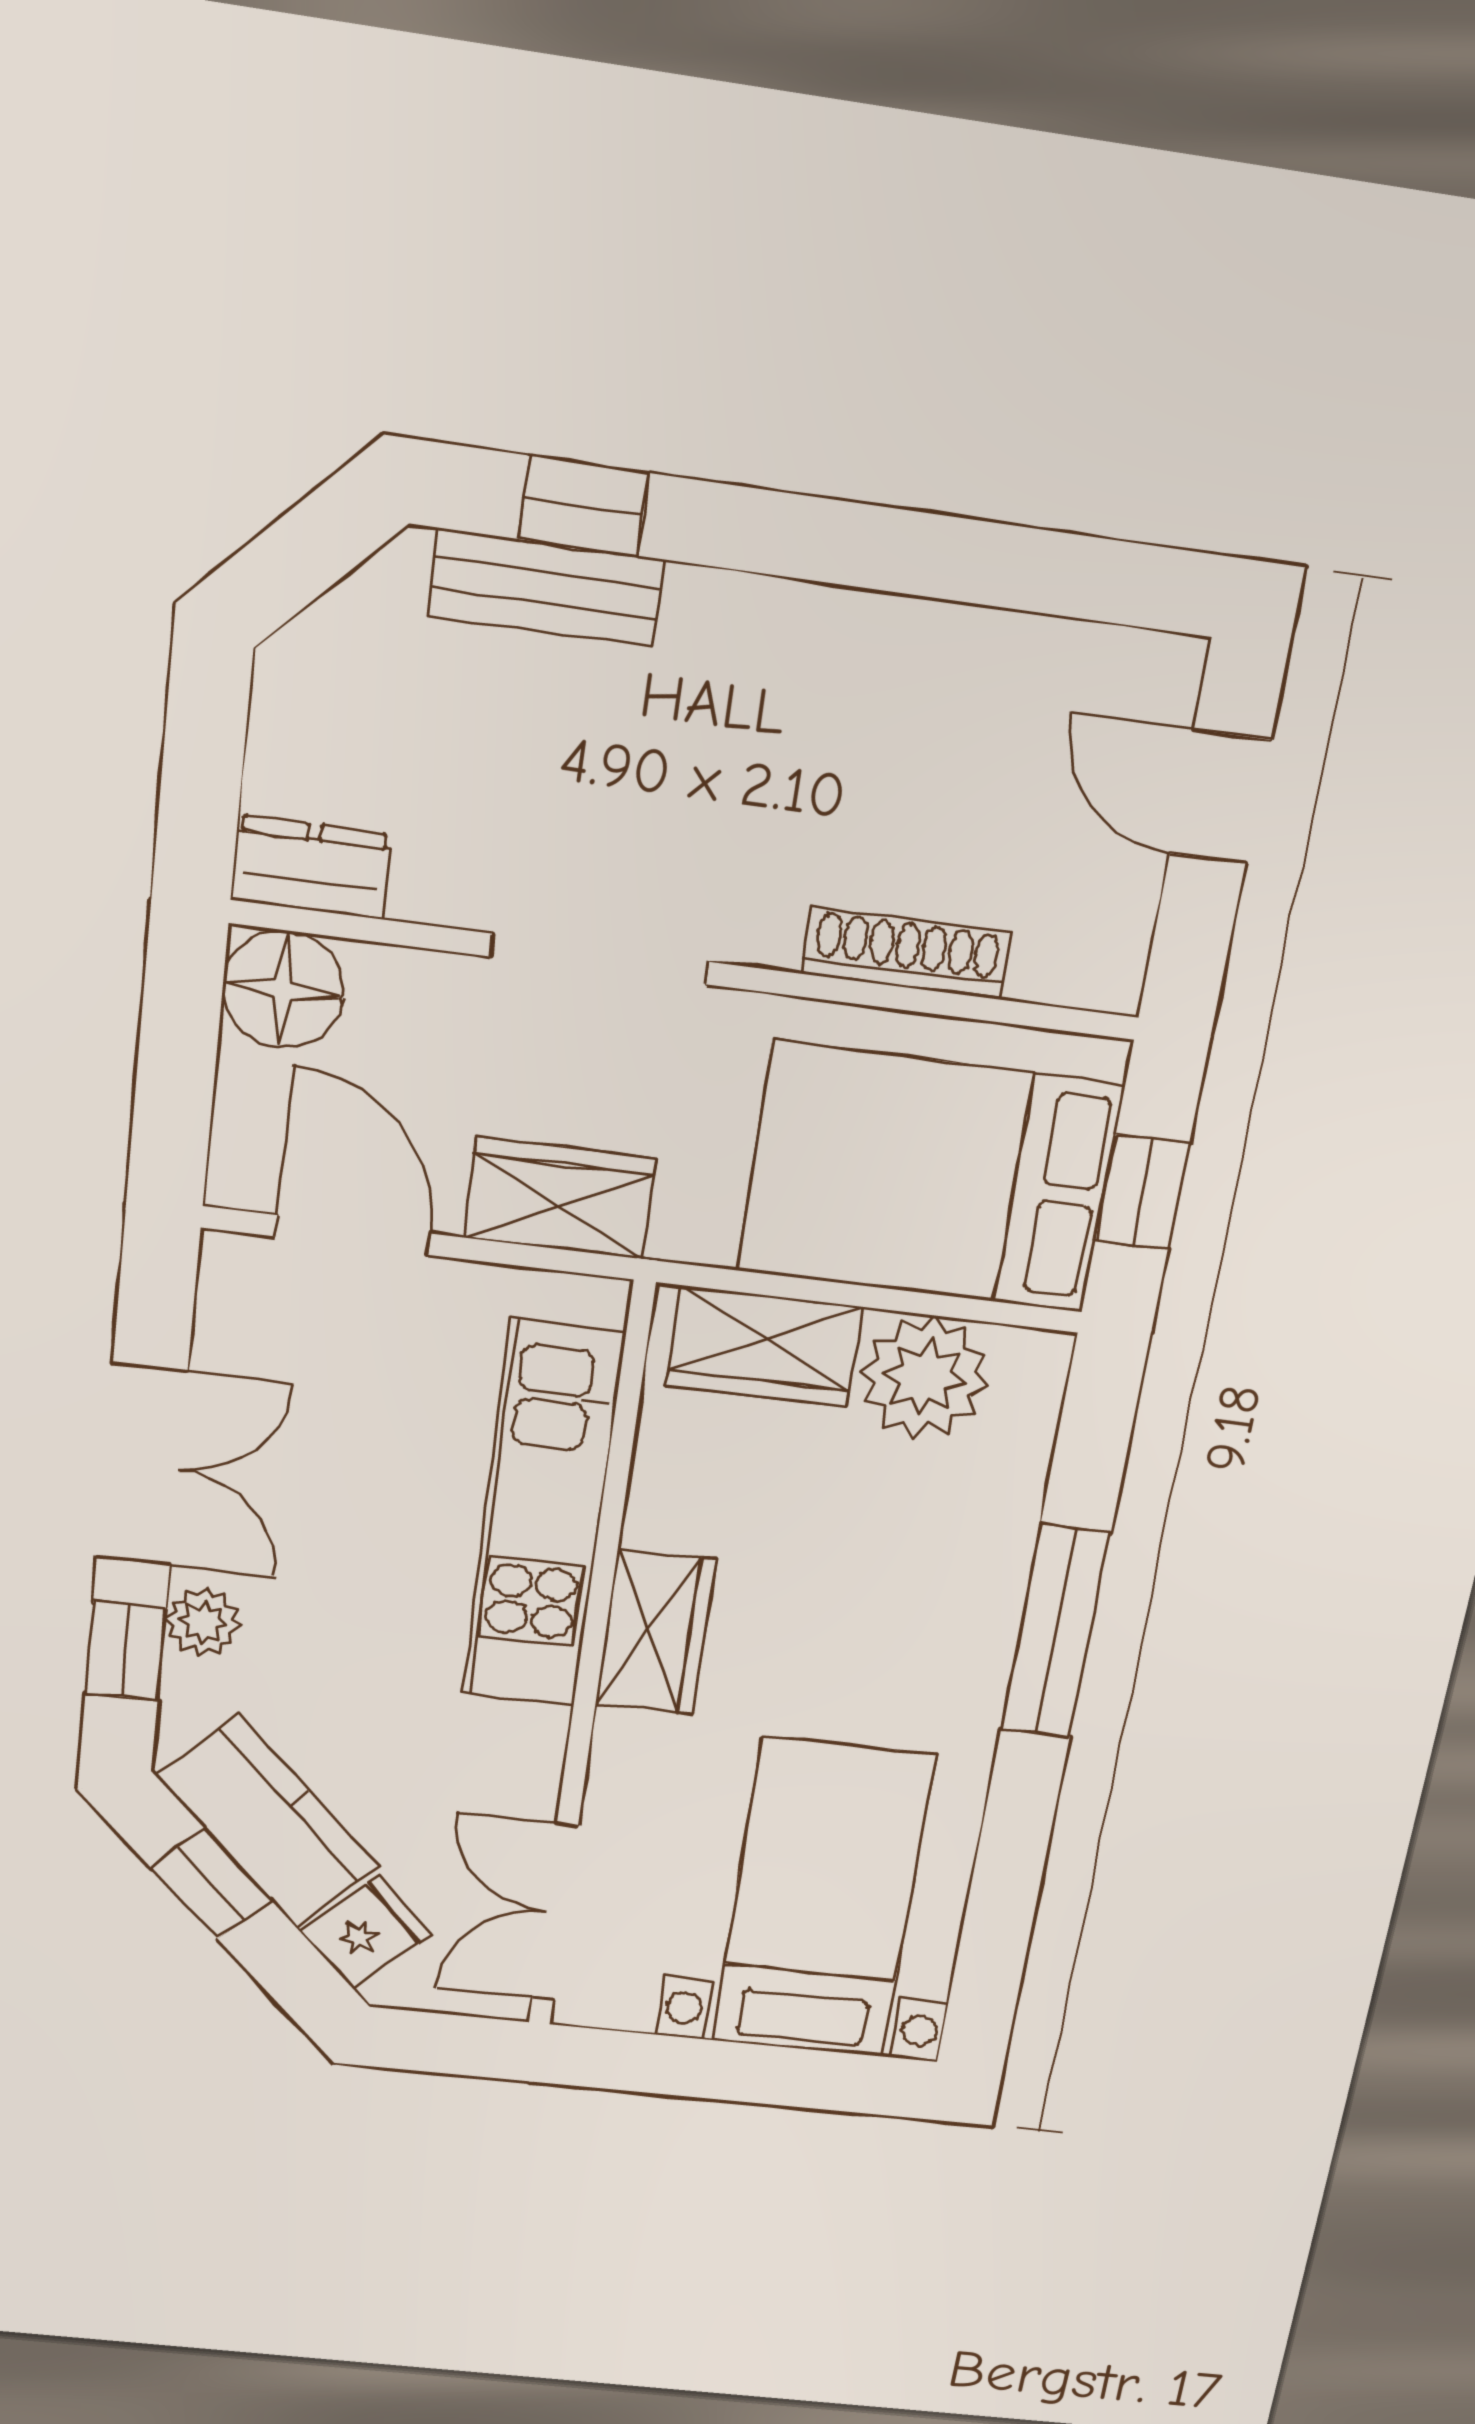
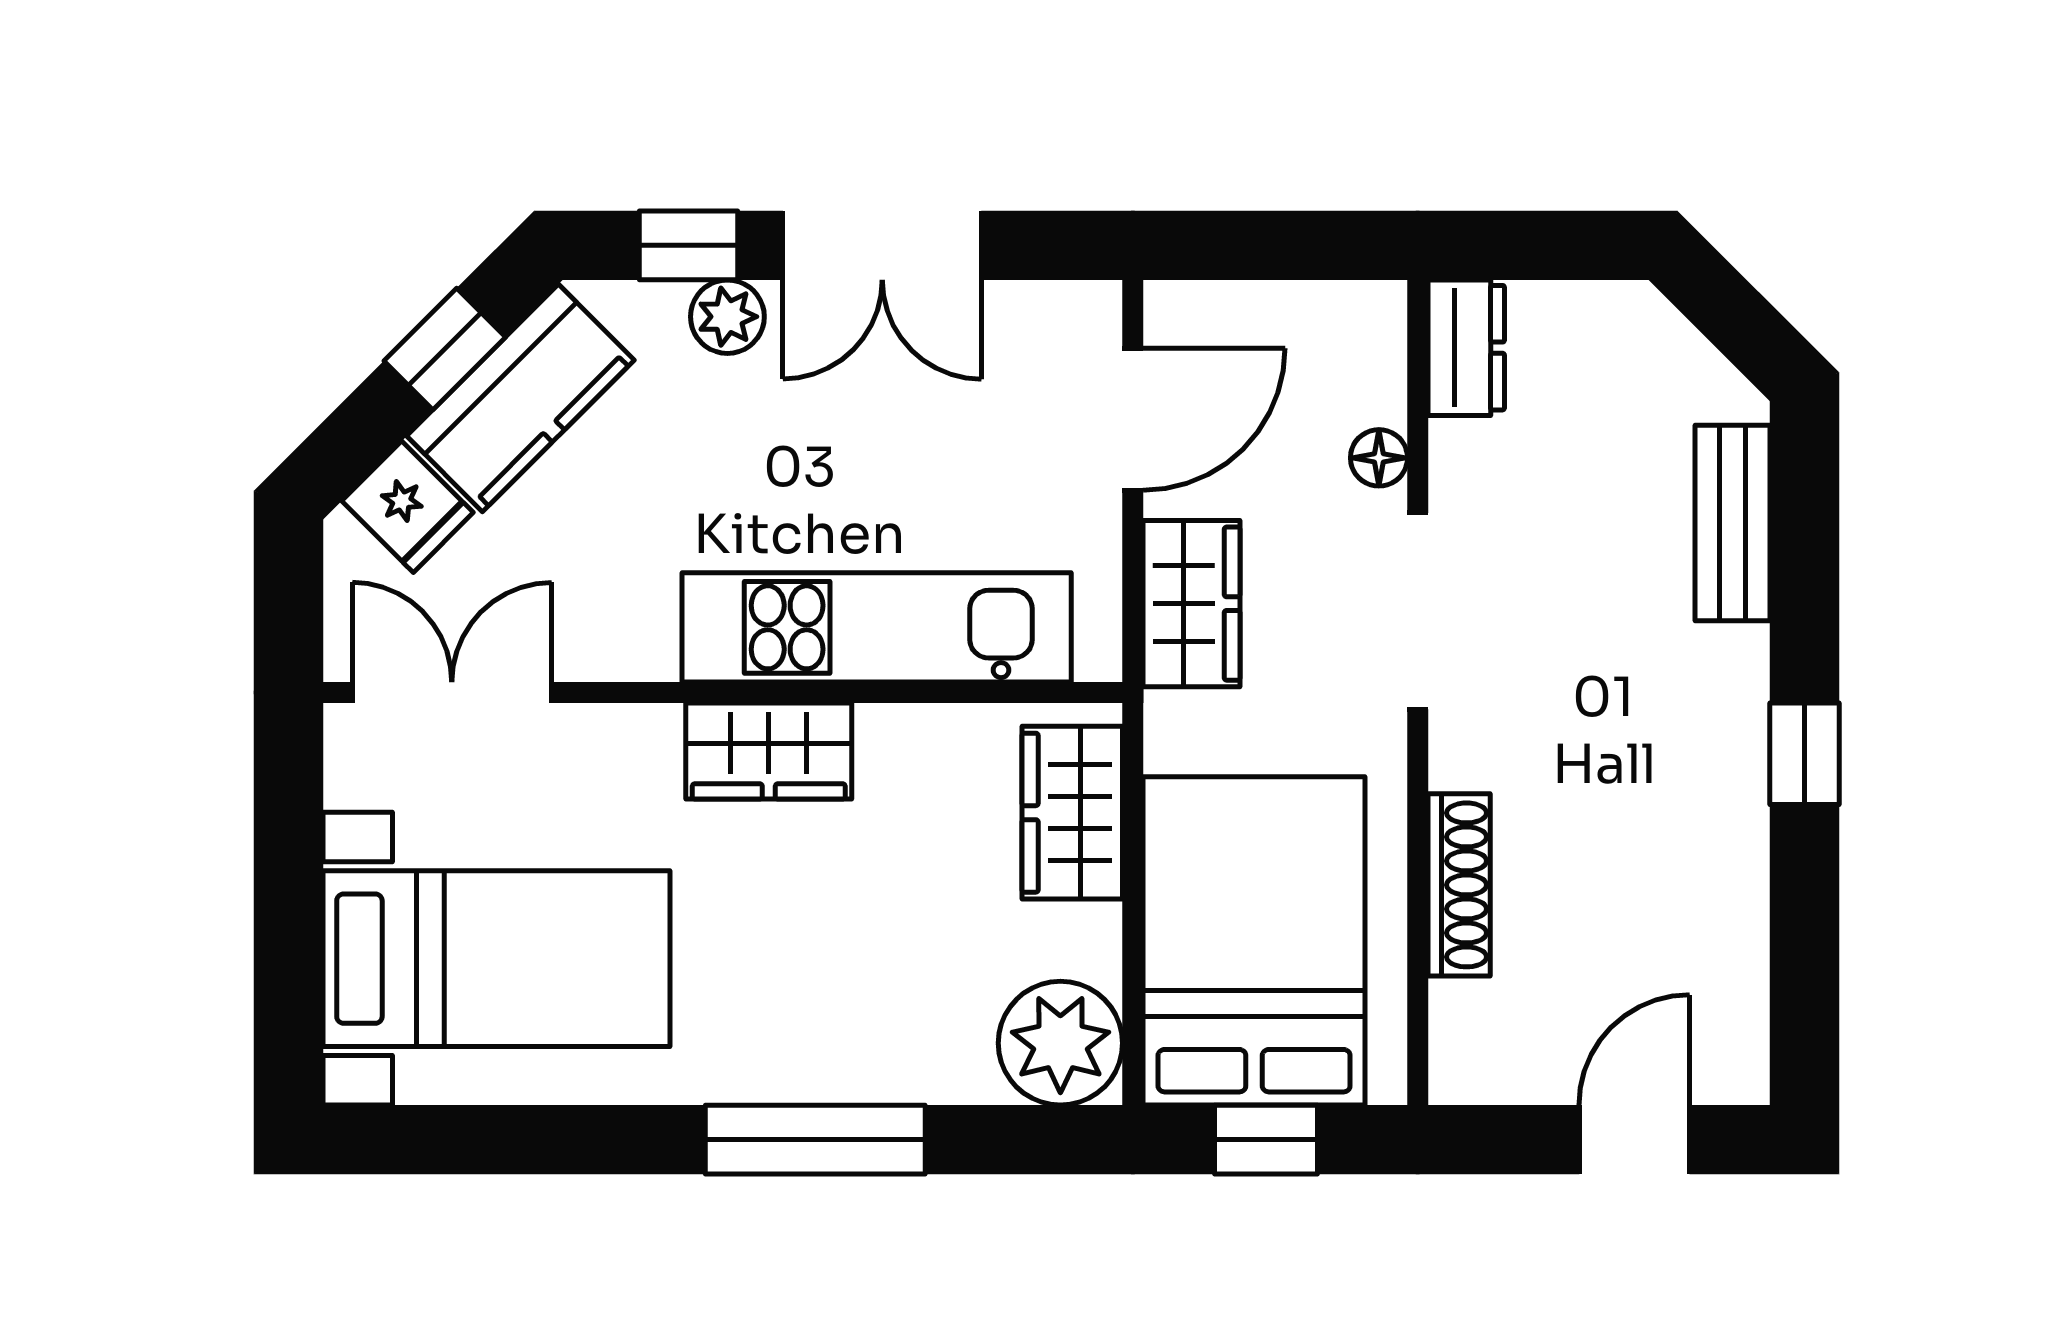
window: (584, 506) -> (1804, 754), moved
floor lamp: (283, 989) -> (1379, 458), moved, width x0.53, depth x0.53
plant: (924, 1377) -> (1060, 1043), moved

